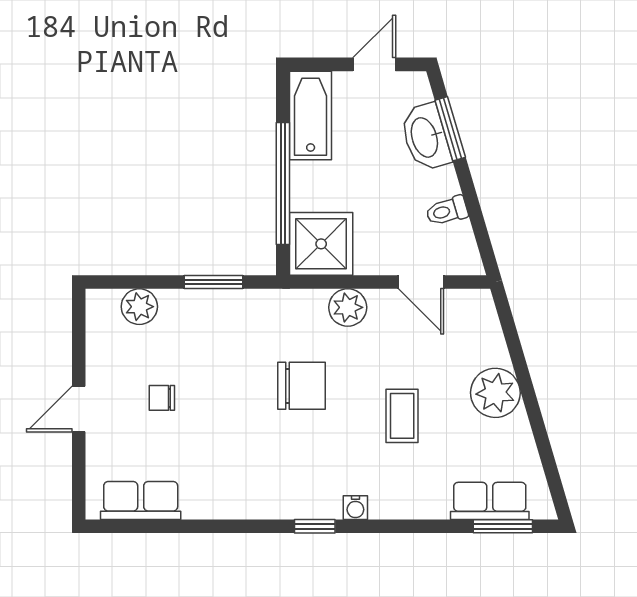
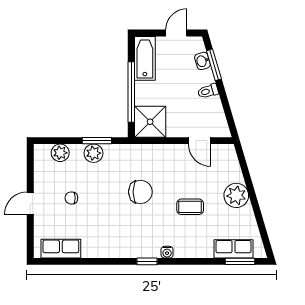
washbasin: (426, 137) -> (202, 61), width x0.52, depth x0.69
toilet: (447, 211) -> (208, 91), moved
plant: (348, 307) -> (94, 153), moved
coffee table: (402, 416) -> (190, 207), turned 90

